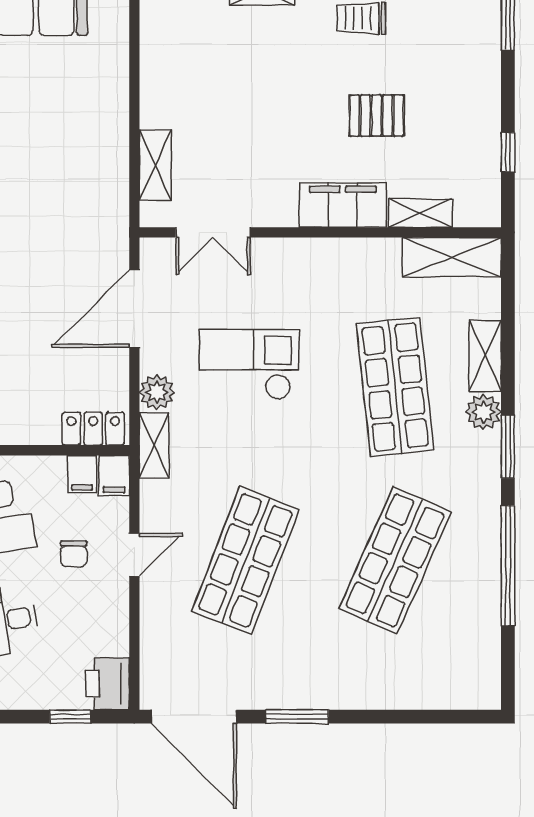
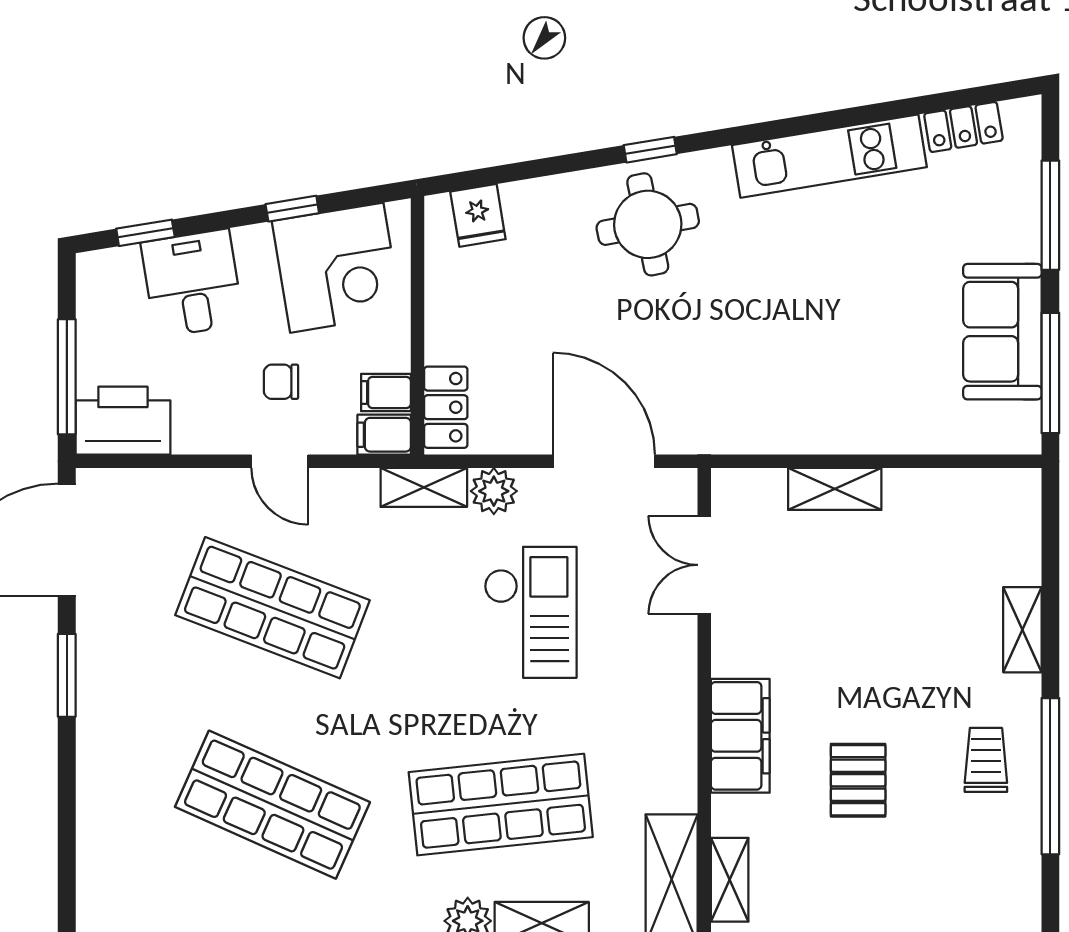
shelving: (155, 165) -> (835, 489), moved
shelving: (421, 213) -> (730, 880), moved
printer: (108, 684) -> (123, 421), width x1.37, depth x1.19
window: (70, 717) -> (67, 377), width x2.17

